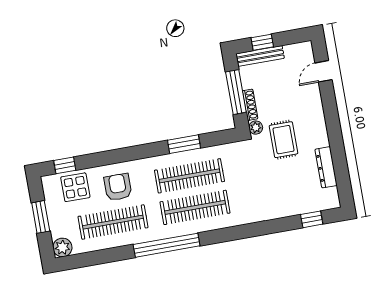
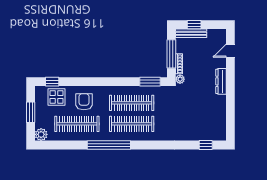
rug: (283, 140) -> (197, 90), removed
window: (184, 144) -> (150, 82), moved
dresser: (326, 167) -> (221, 81), moved

